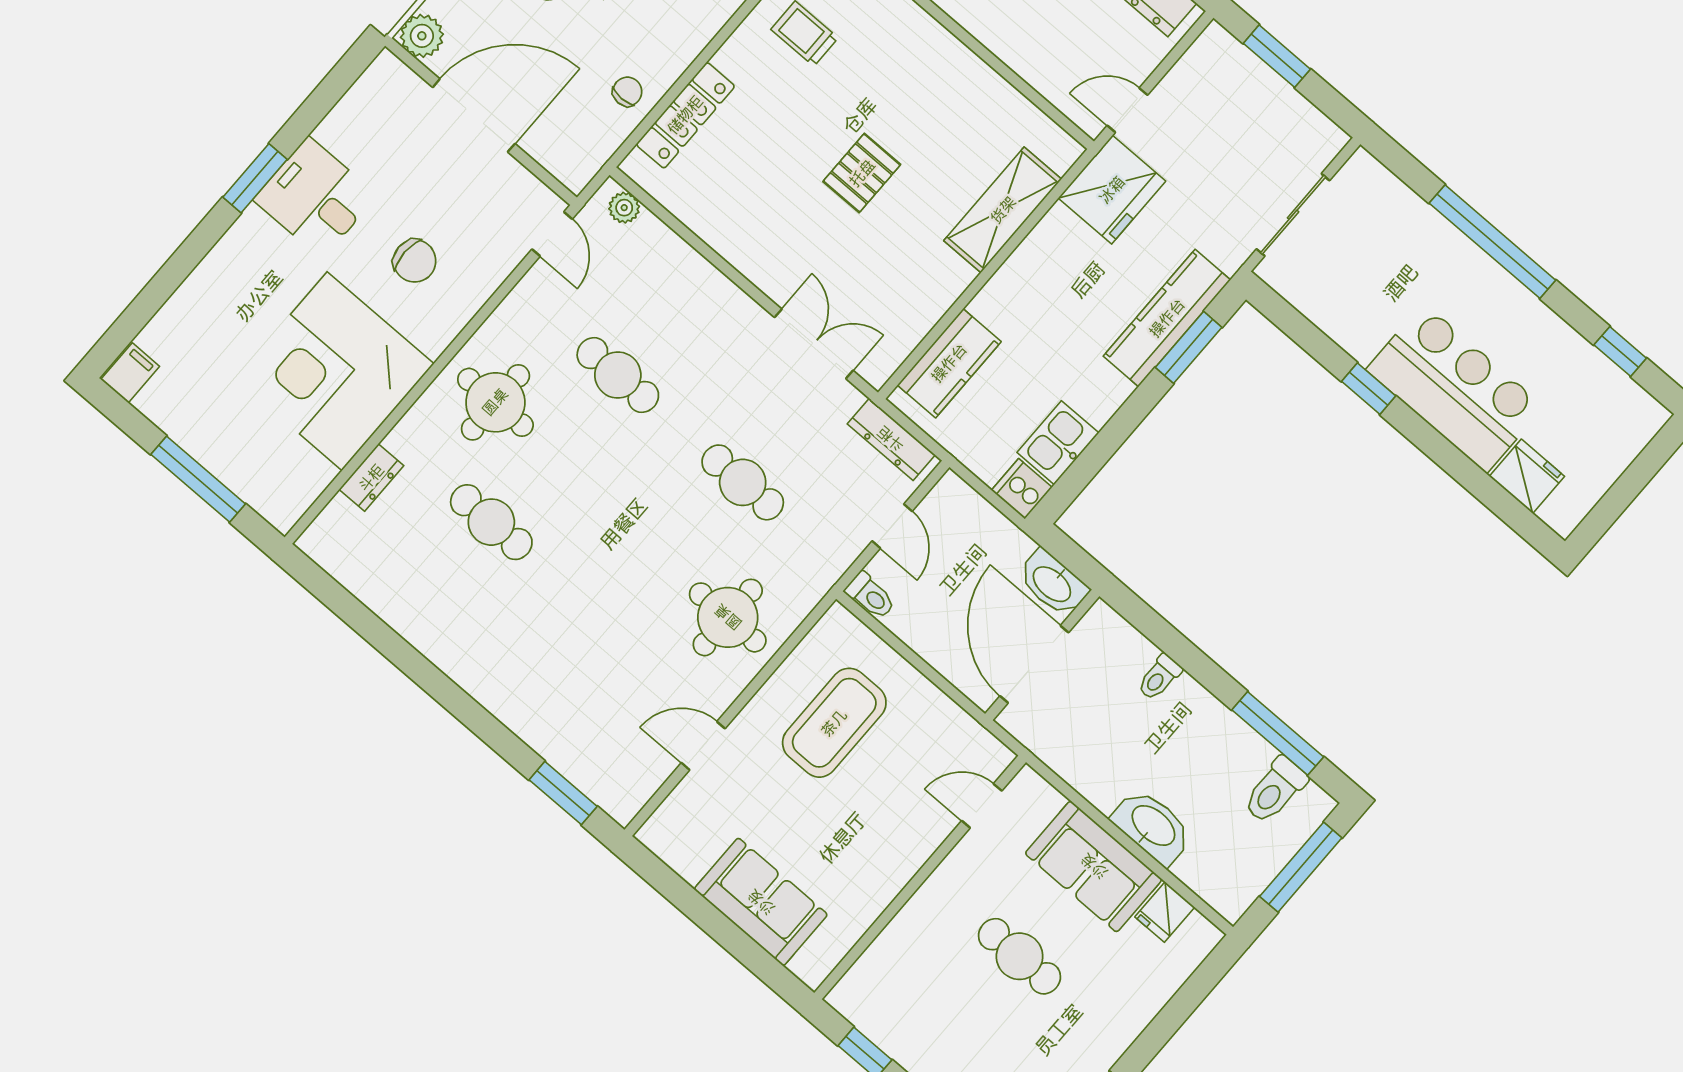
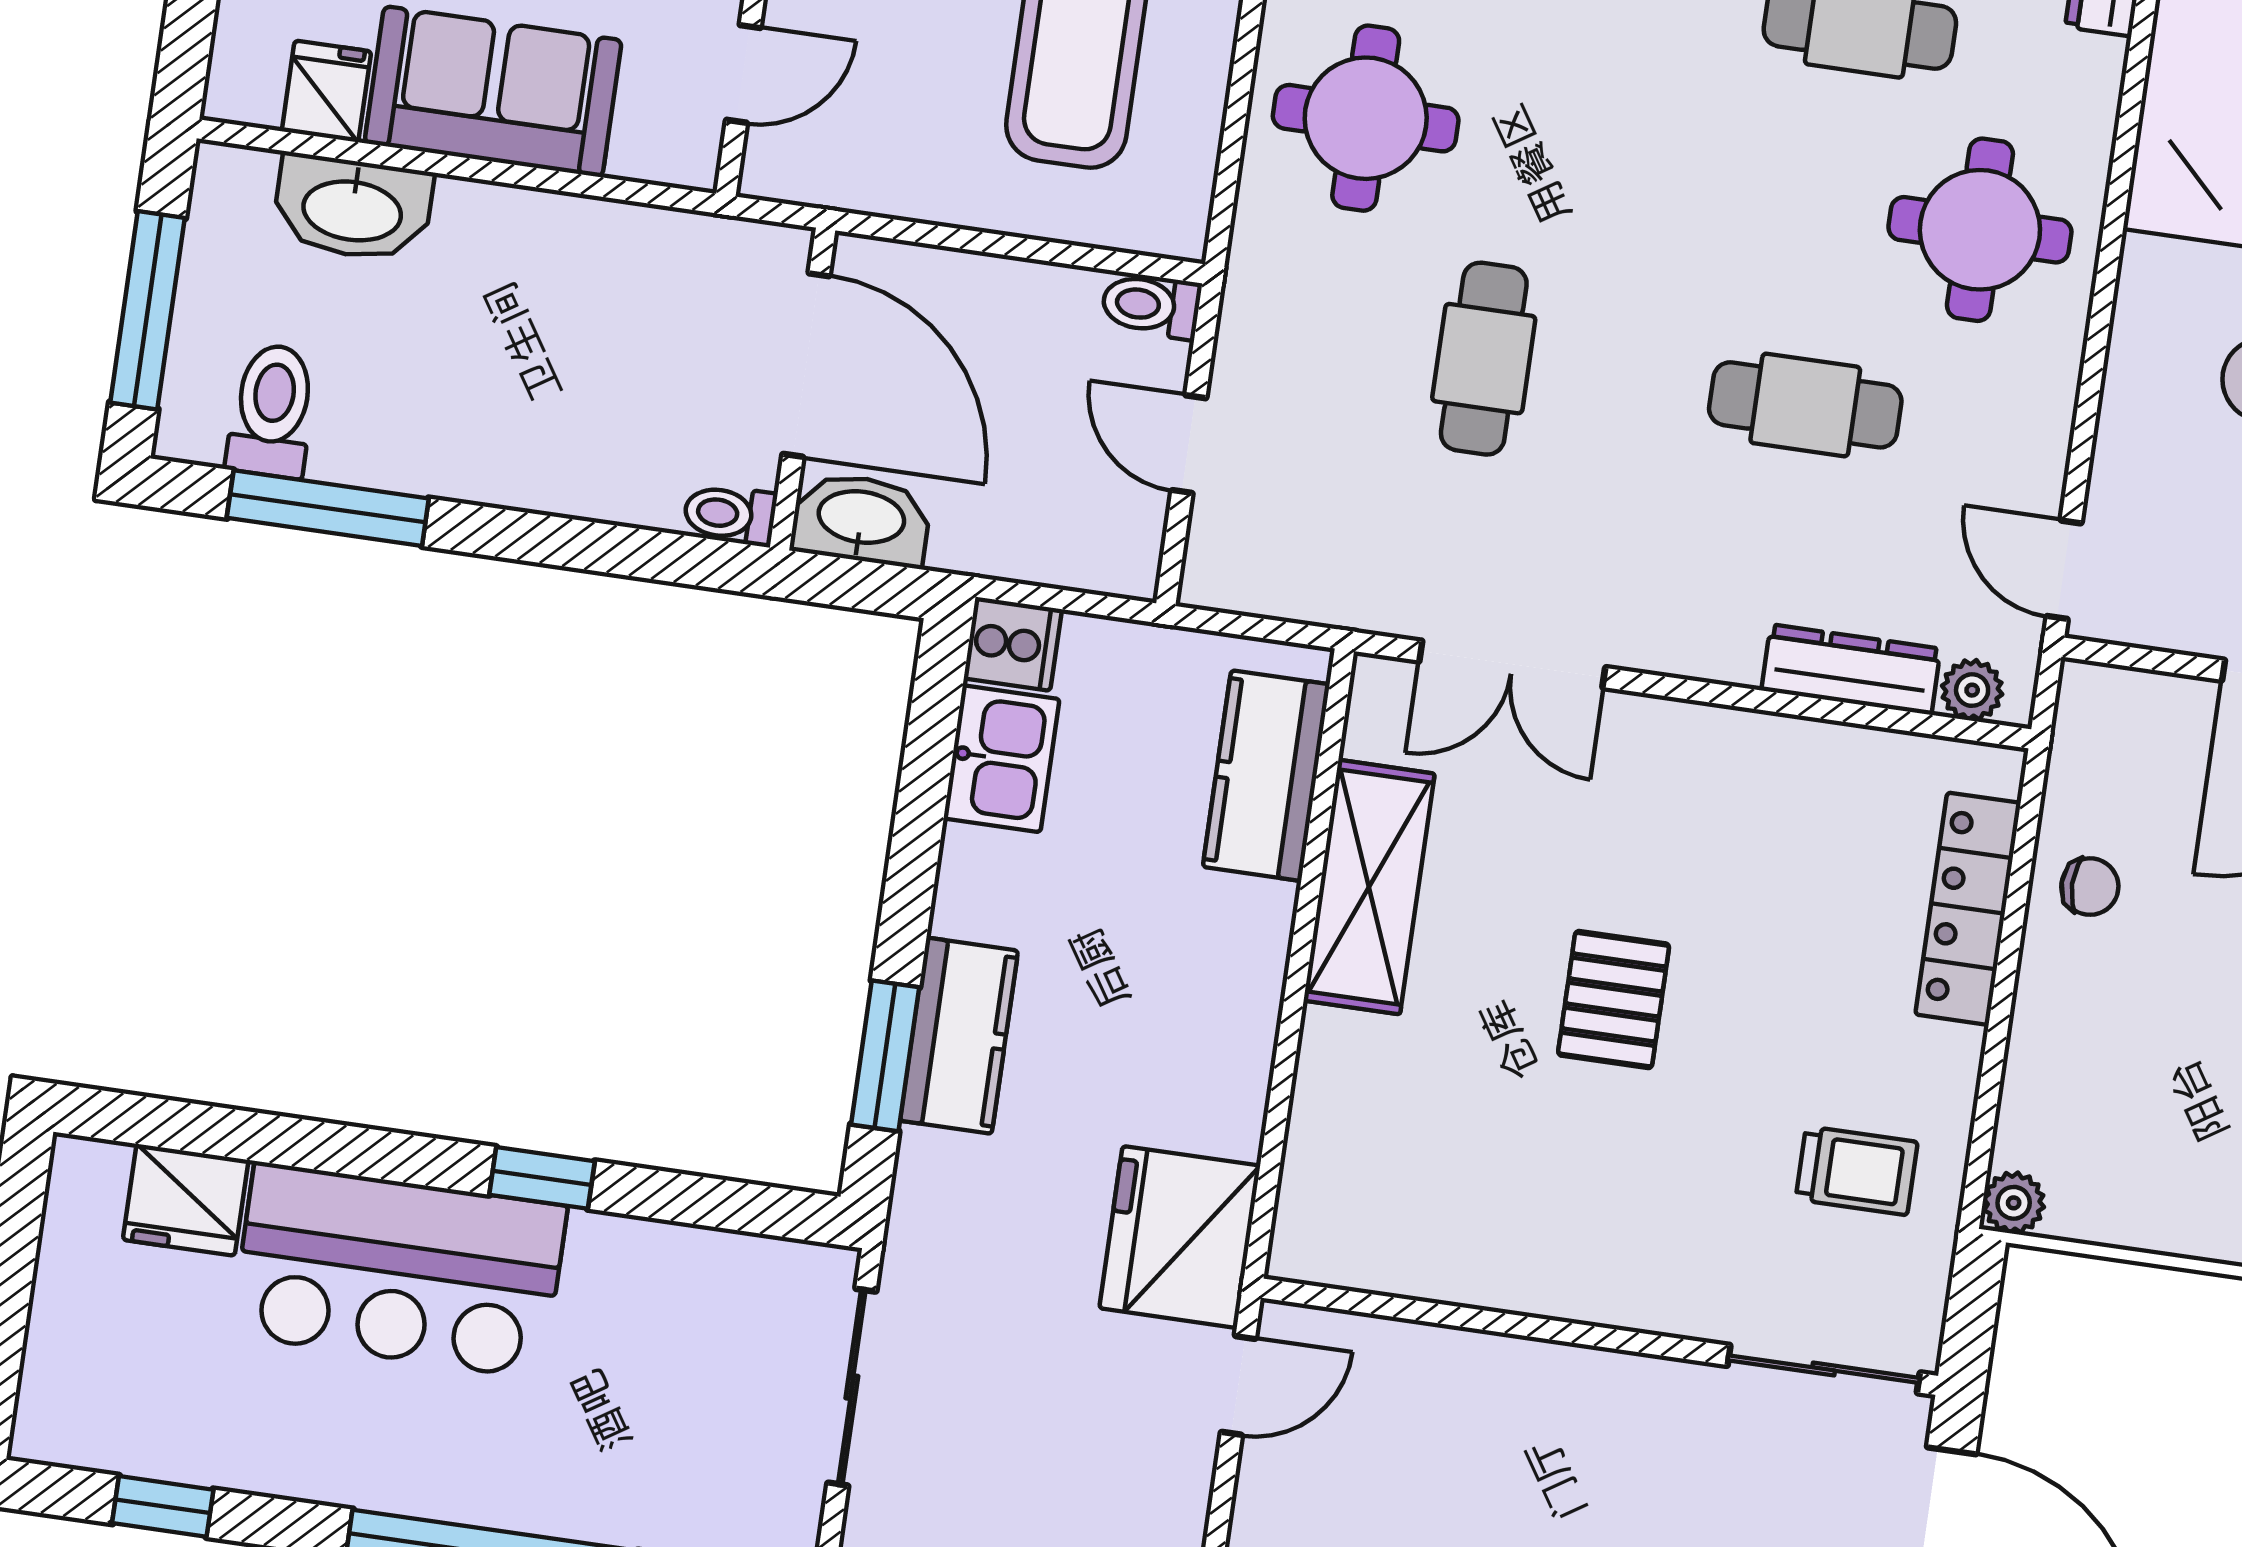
chair: (627, 92) -> (2090, 887), turned -90
shelving: (1003, 210) -> (1369, 887), moved
kitchen counter: (1167, 318) -> (959, 1036), width x0.67
dresser: (891, 439) -> (1851, 670), moved
cafe table: (743, 482) -> (1484, 359), turned 90
toilet: (1159, 677) -> (730, 514), moved, turned -90
washbasin: (1152, 827) -> (353, 208), moved

